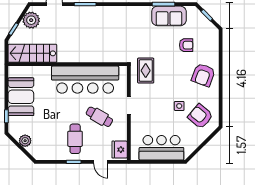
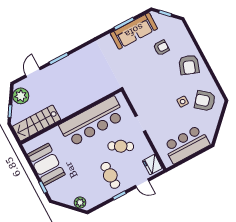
sofa: (169, 16) -> (134, 31), width x1.36
rug: (146, 71) -> (139, 87), removed
plant: (25, 141) -> (80, 203), moved

